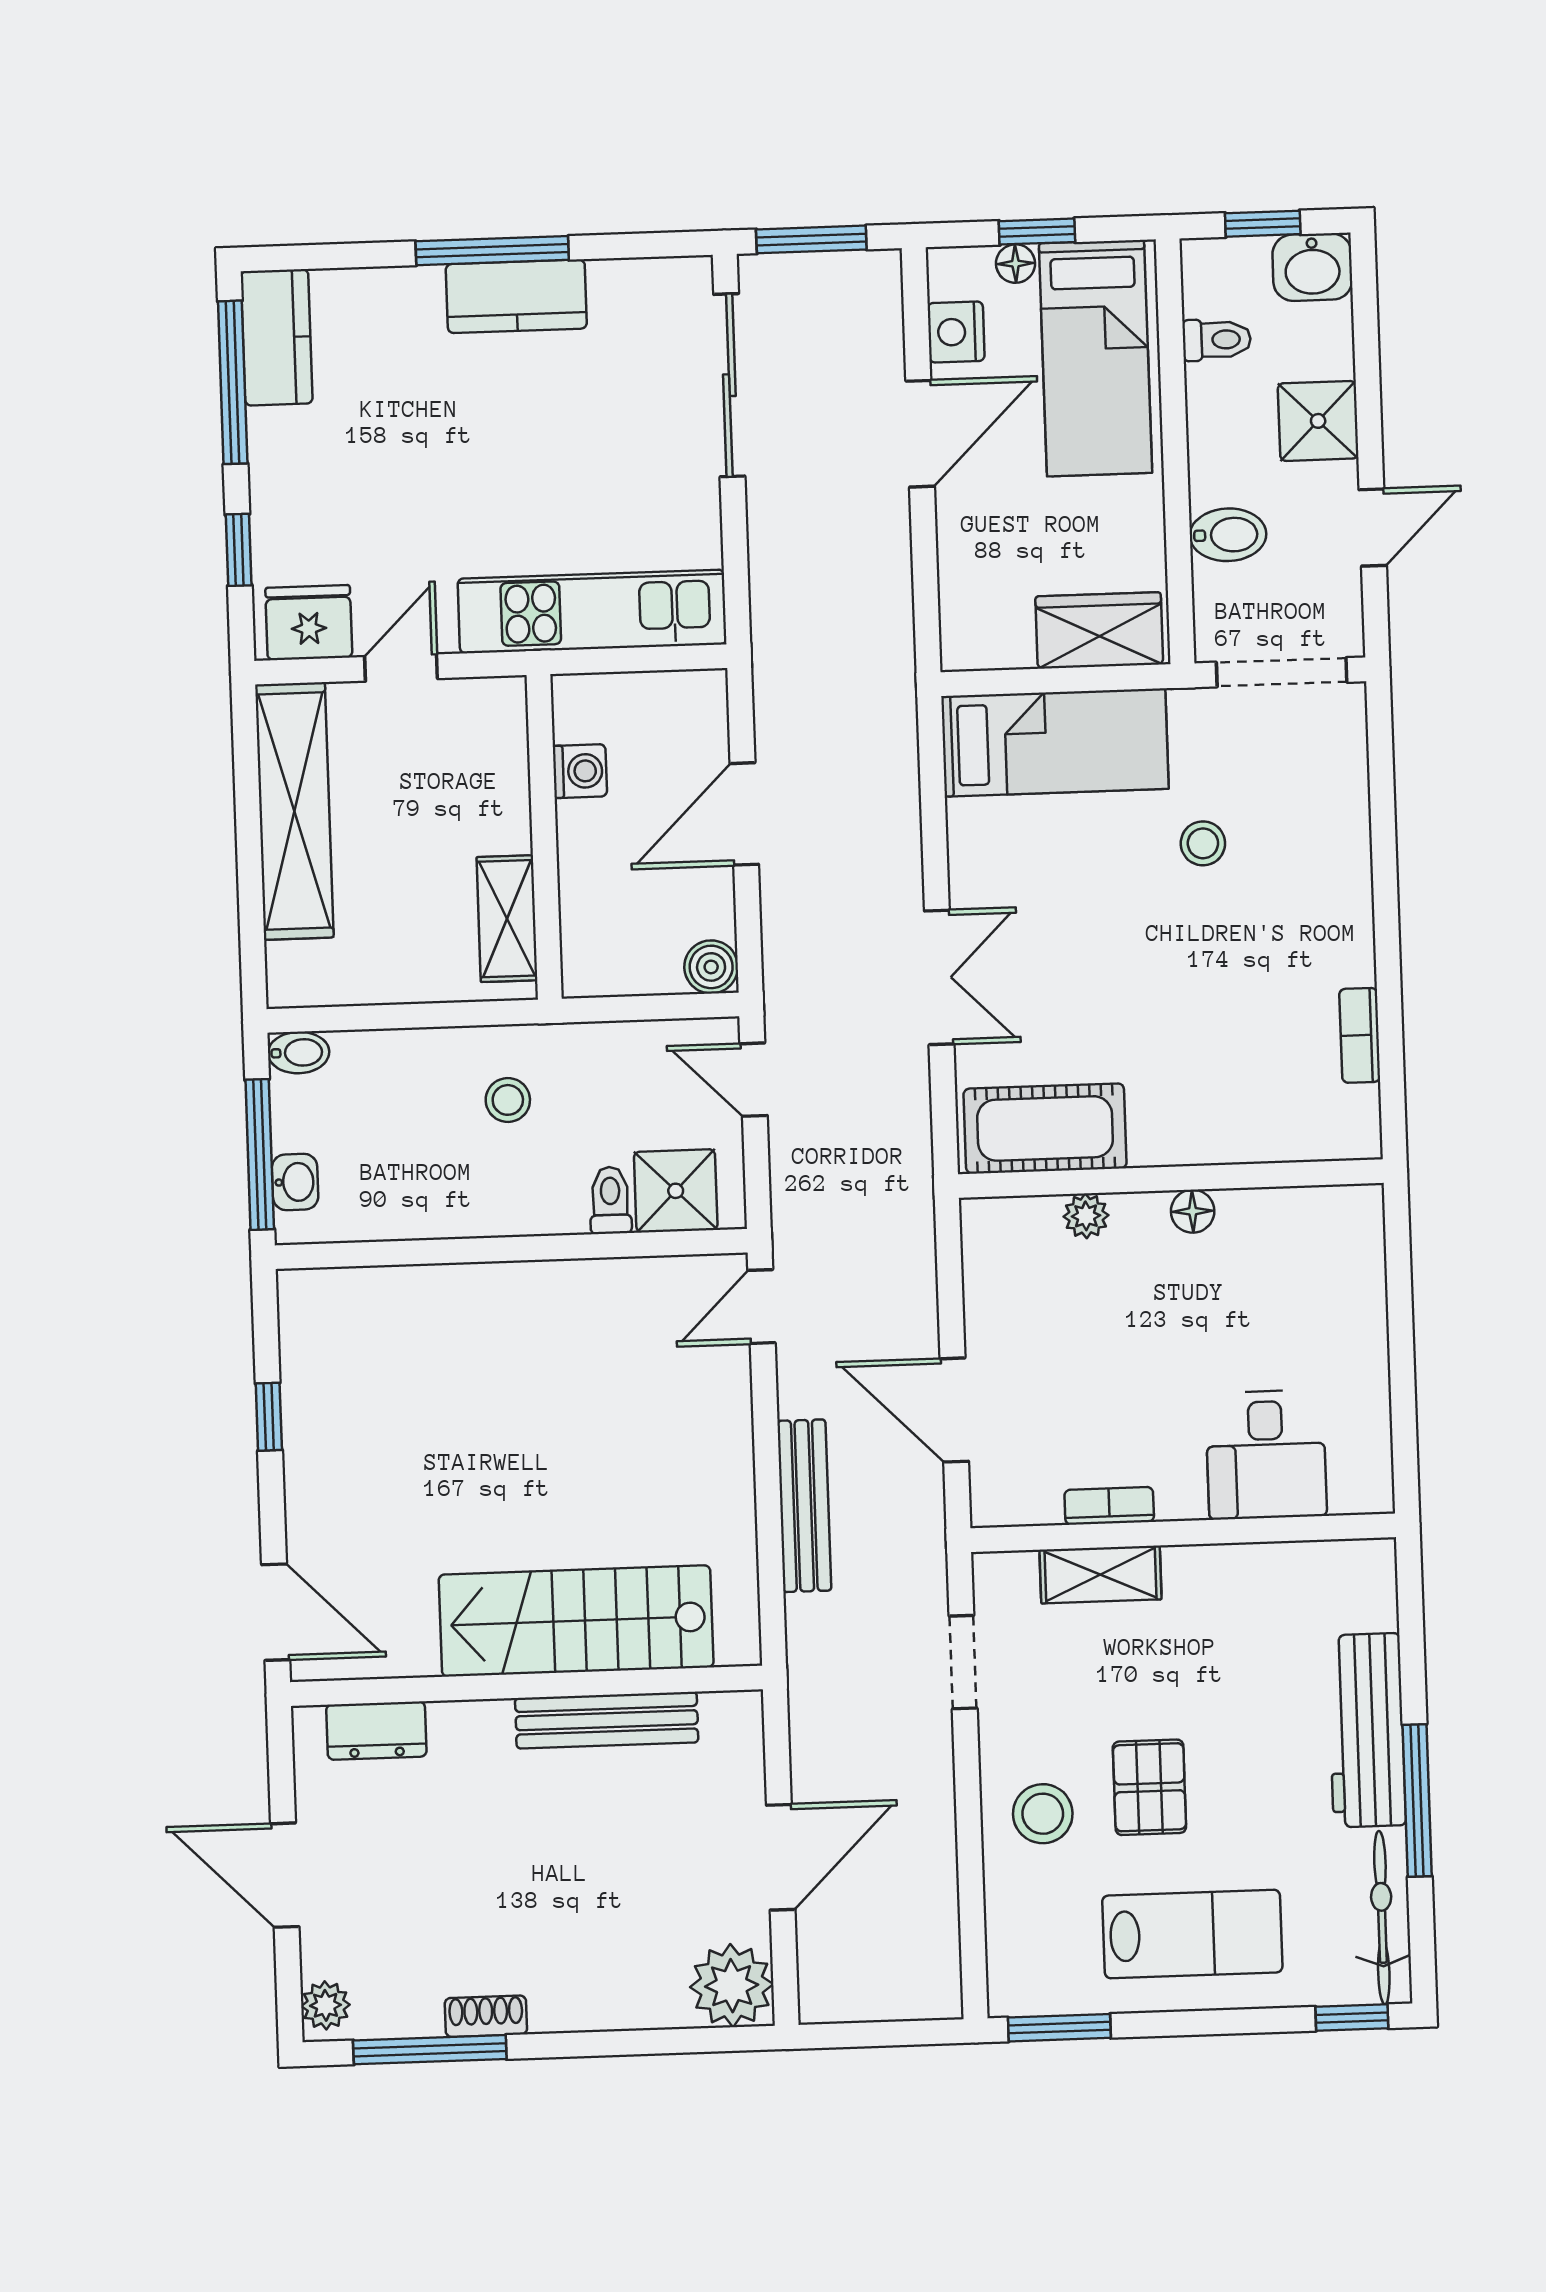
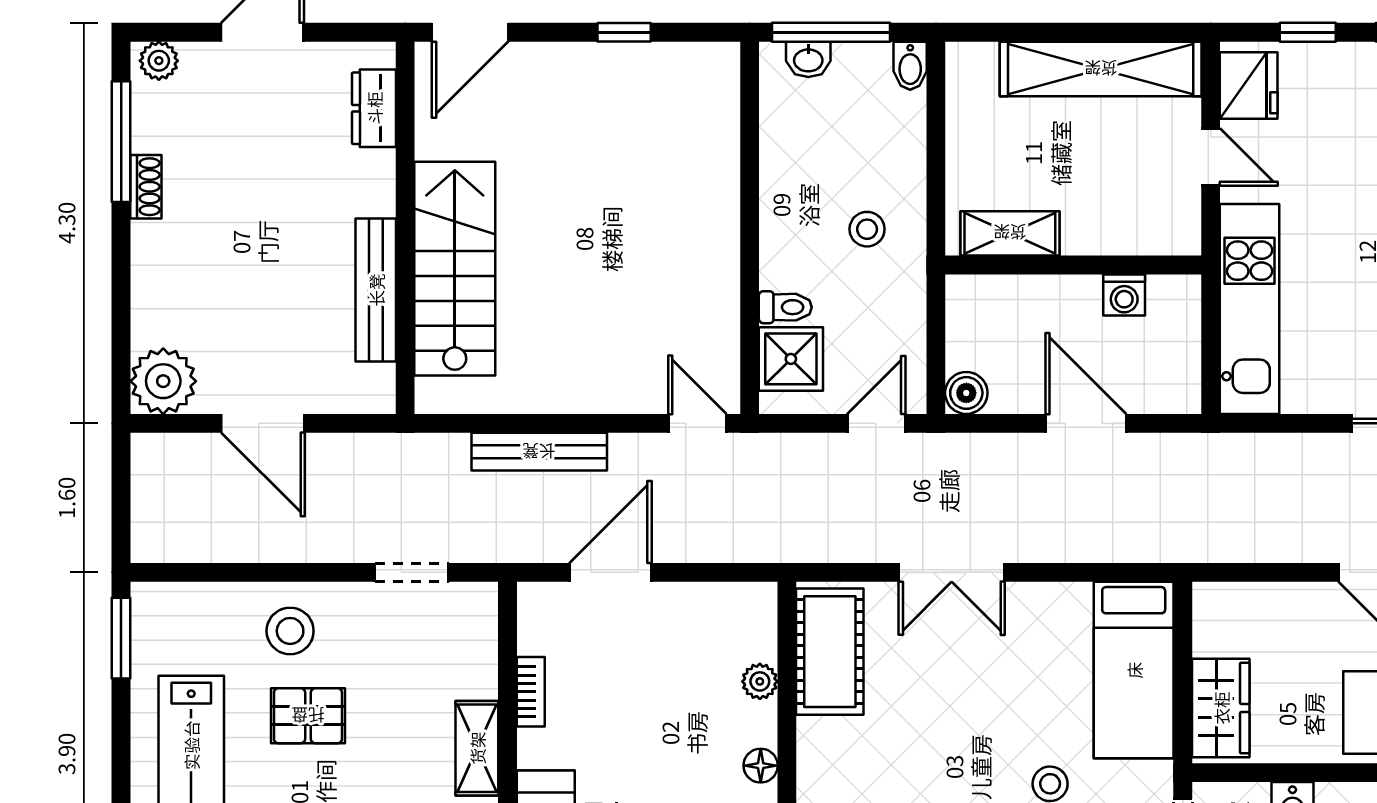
shelving: (1100, 1575) -> (477, 748), moved

